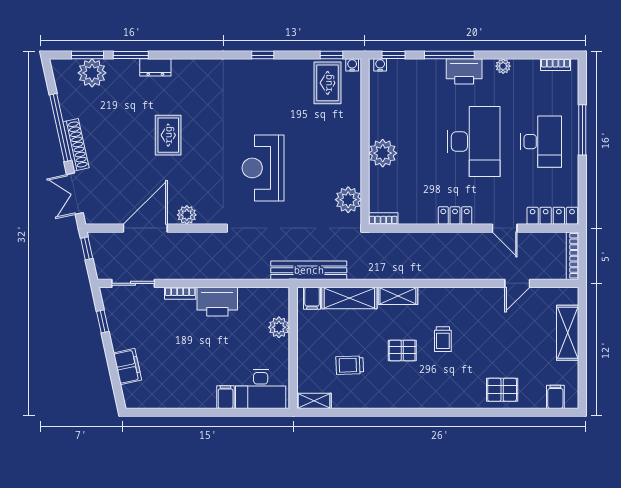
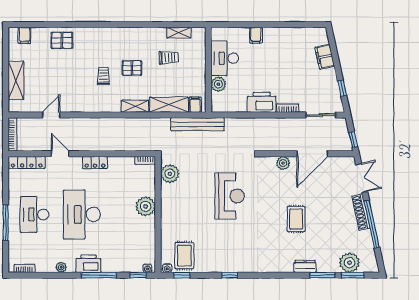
desk: (261, 389) -> (225, 58), moved, turned -90
shelving: (314, 401) -> (179, 33), moved

